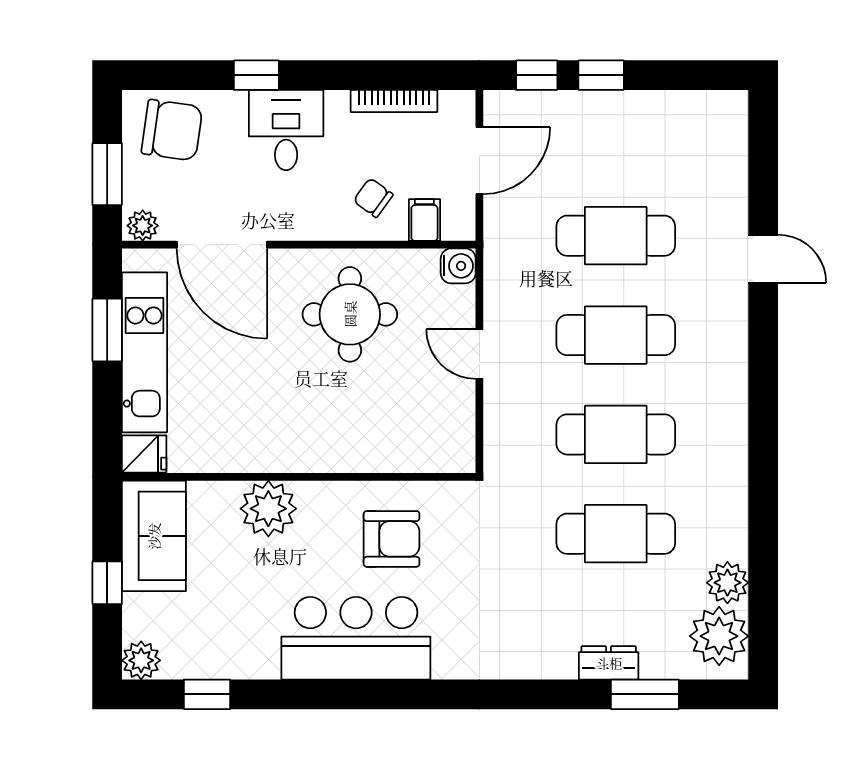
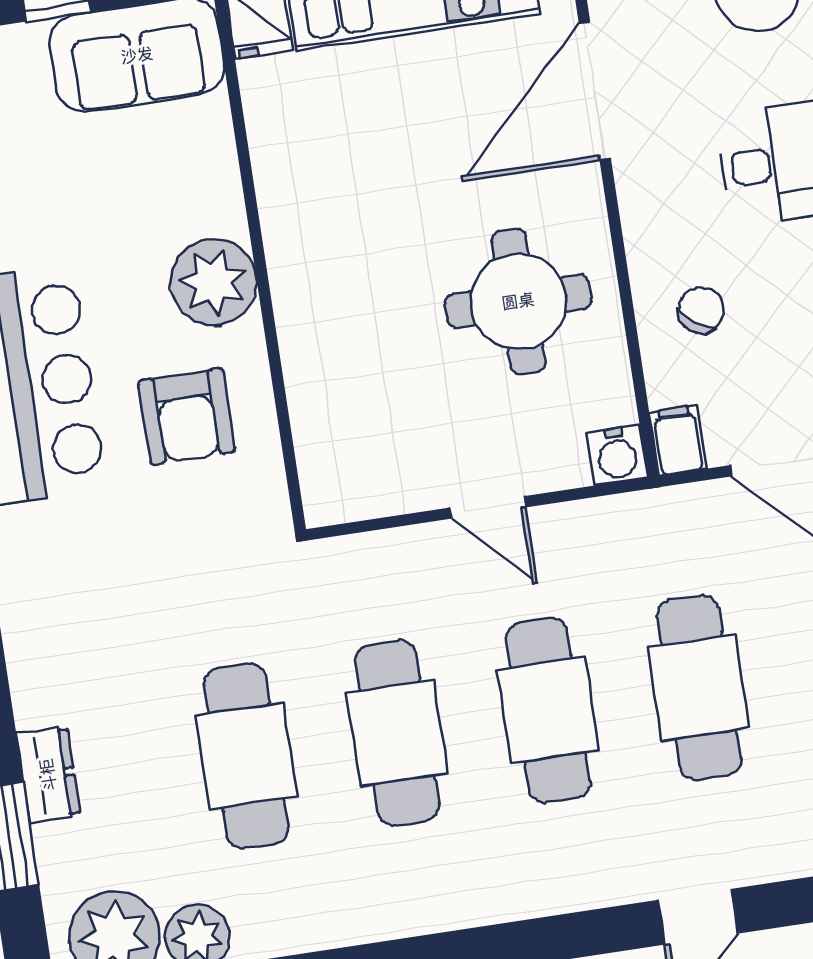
filing cabinet: (424, 220) -> (678, 440), moved, turned -90
door: (479, 354) -> (488, 507), swing flipped
plant: (268, 509) -> (214, 282), moved

